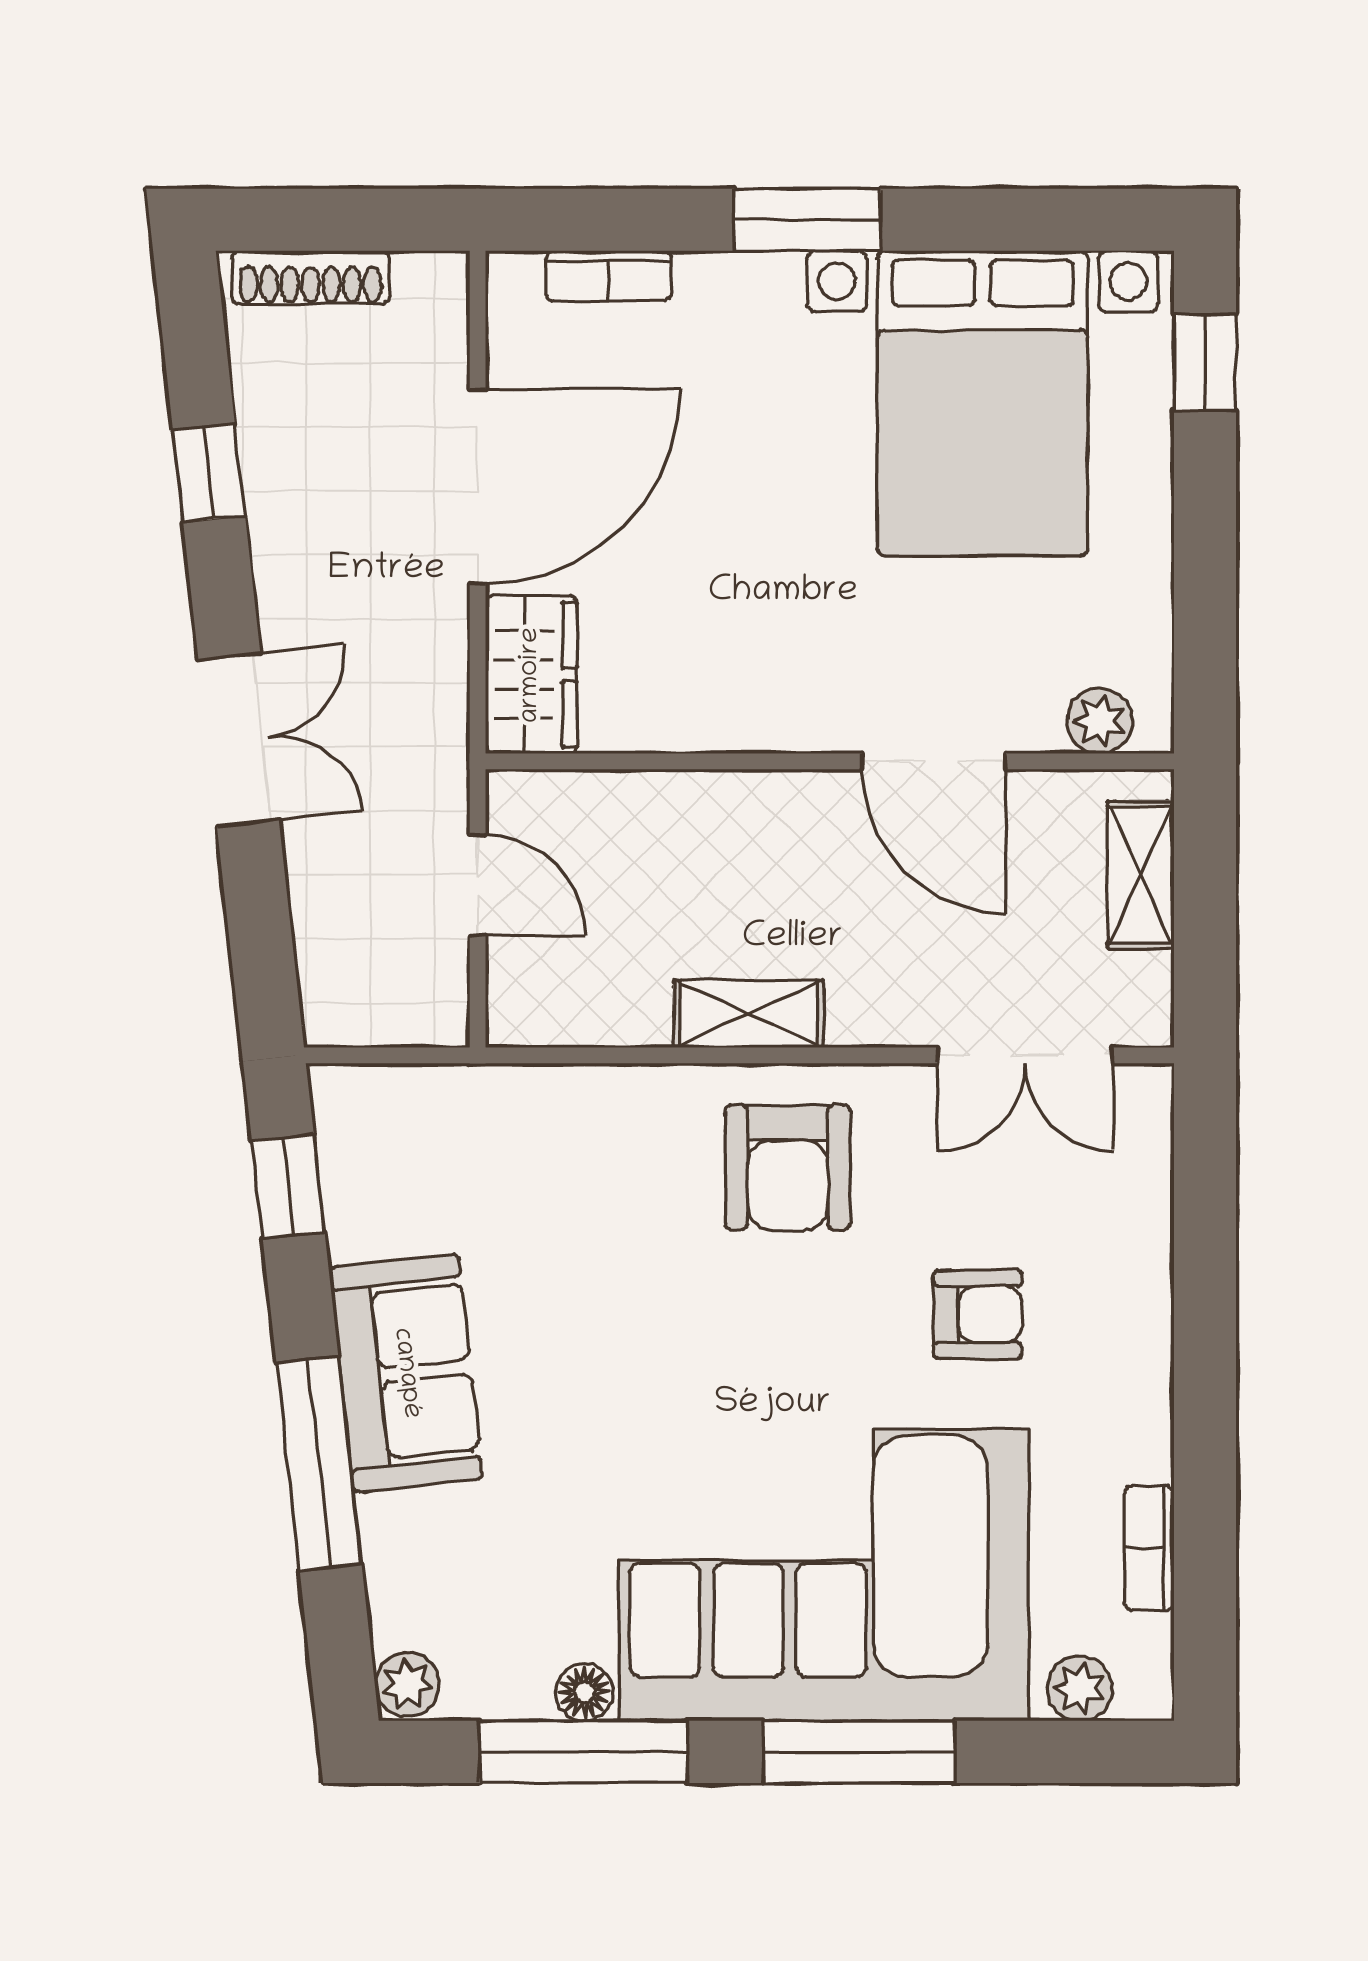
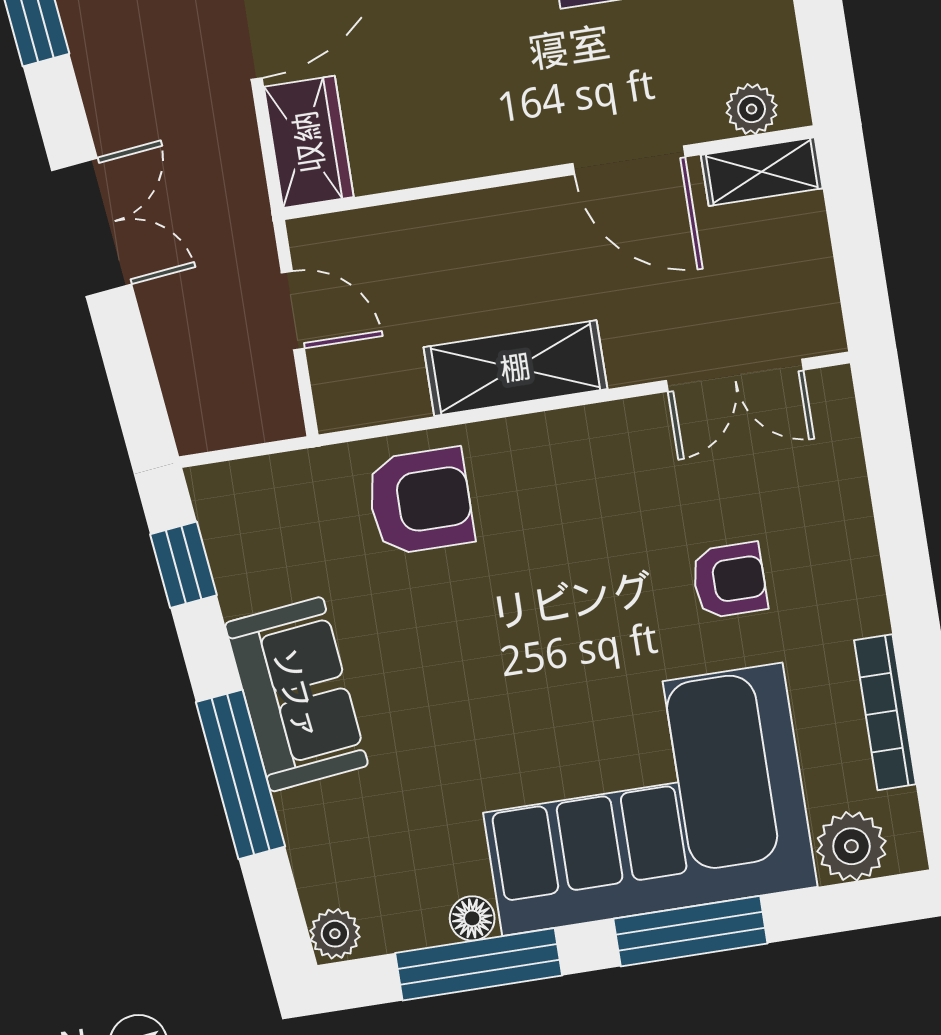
shelving: (1141, 875) -> (762, 172), moved, turned 90
shelving: (748, 1014) -> (515, 368), width x1.50, depth x1.33
armchair: (788, 1168) -> (420, 501), moved, turned -90
bookcase: (1149, 1548) -> (885, 712), width x1.56
plant: (1080, 1688) -> (851, 846), width x1.38, depth x1.38

